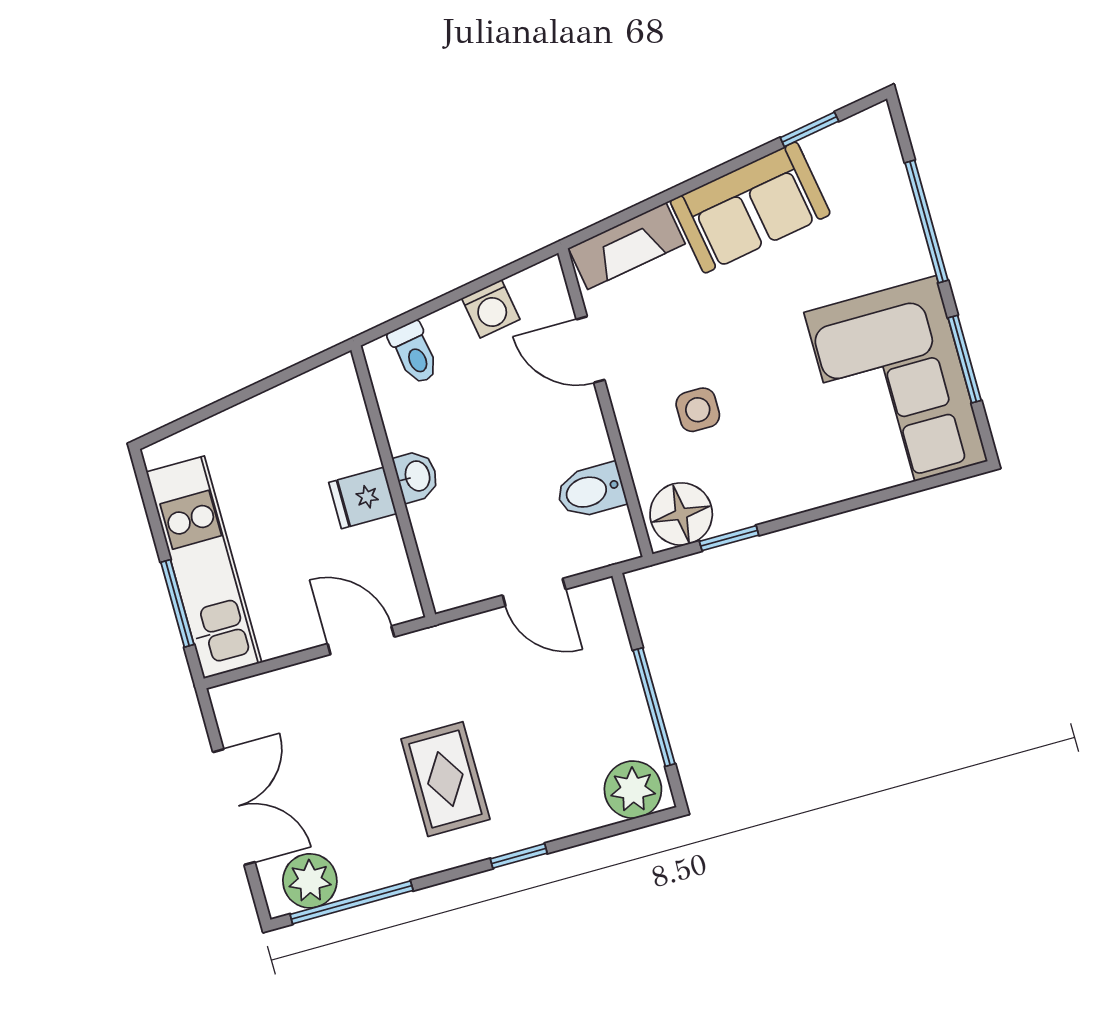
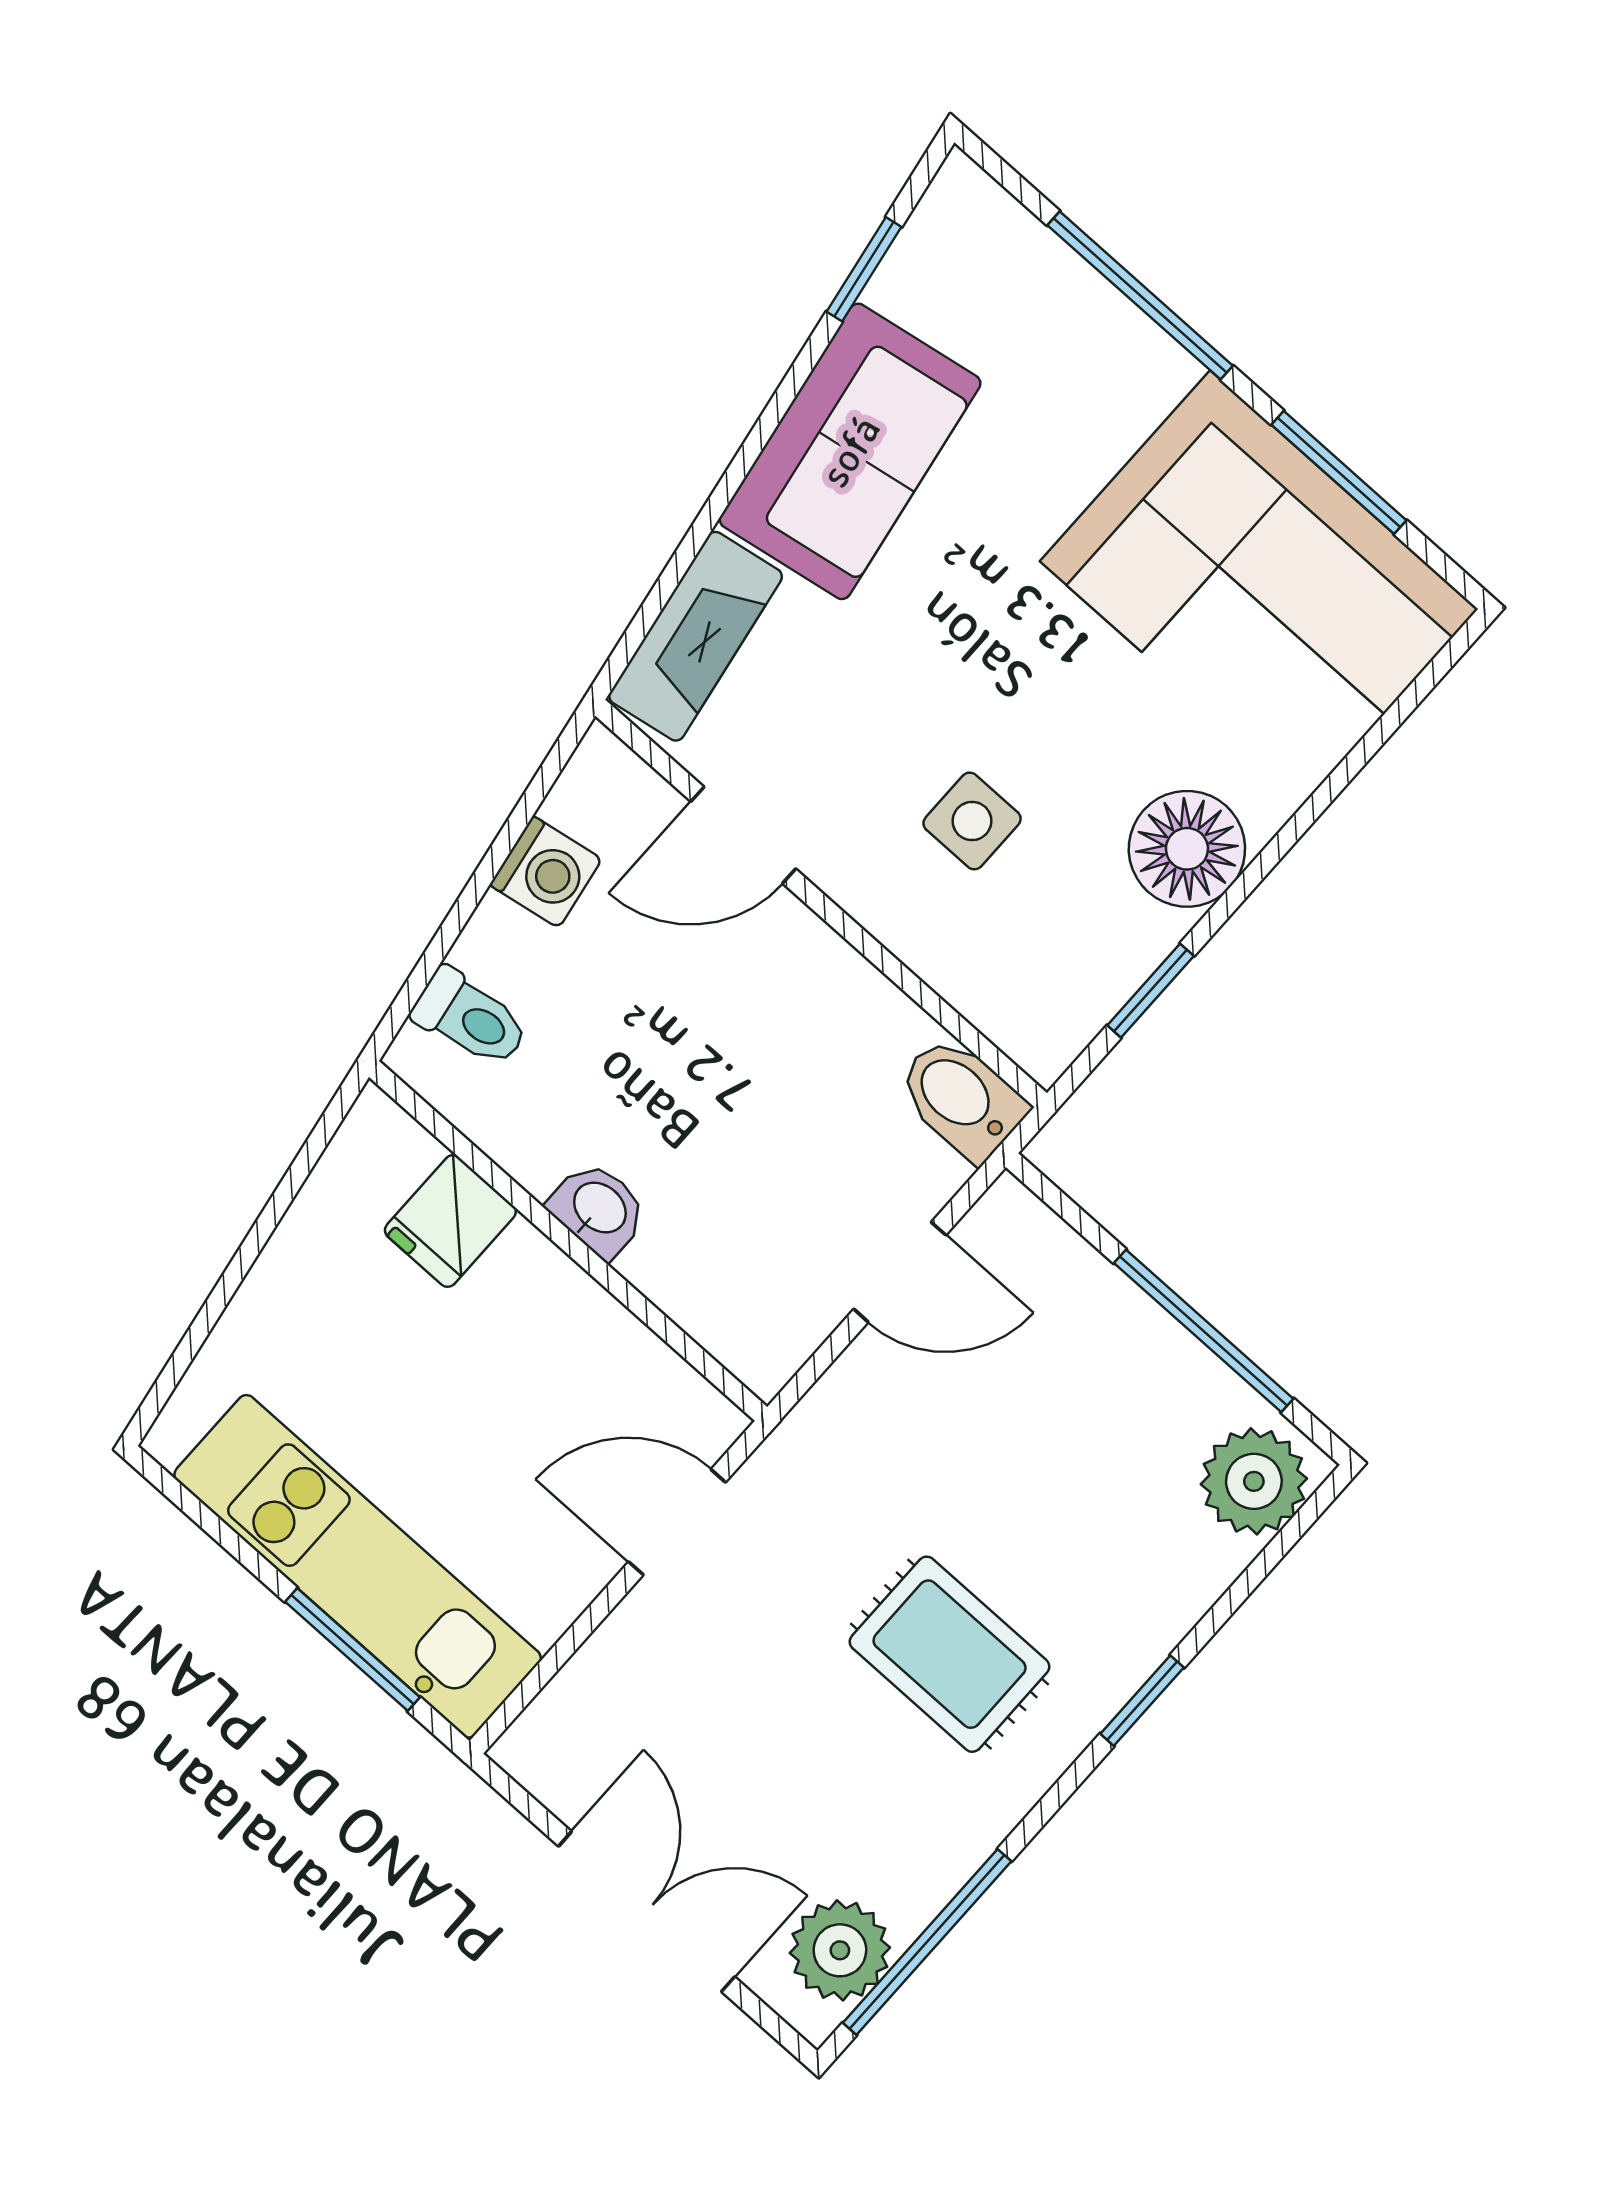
bidet: (591, 491) -> (961, 1098), moved, turned 90
fridge: (363, 498) -> (450, 1221), moved
floor lamp: (681, 514) -> (1187, 849), moved

